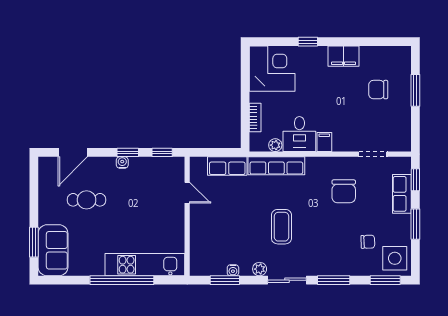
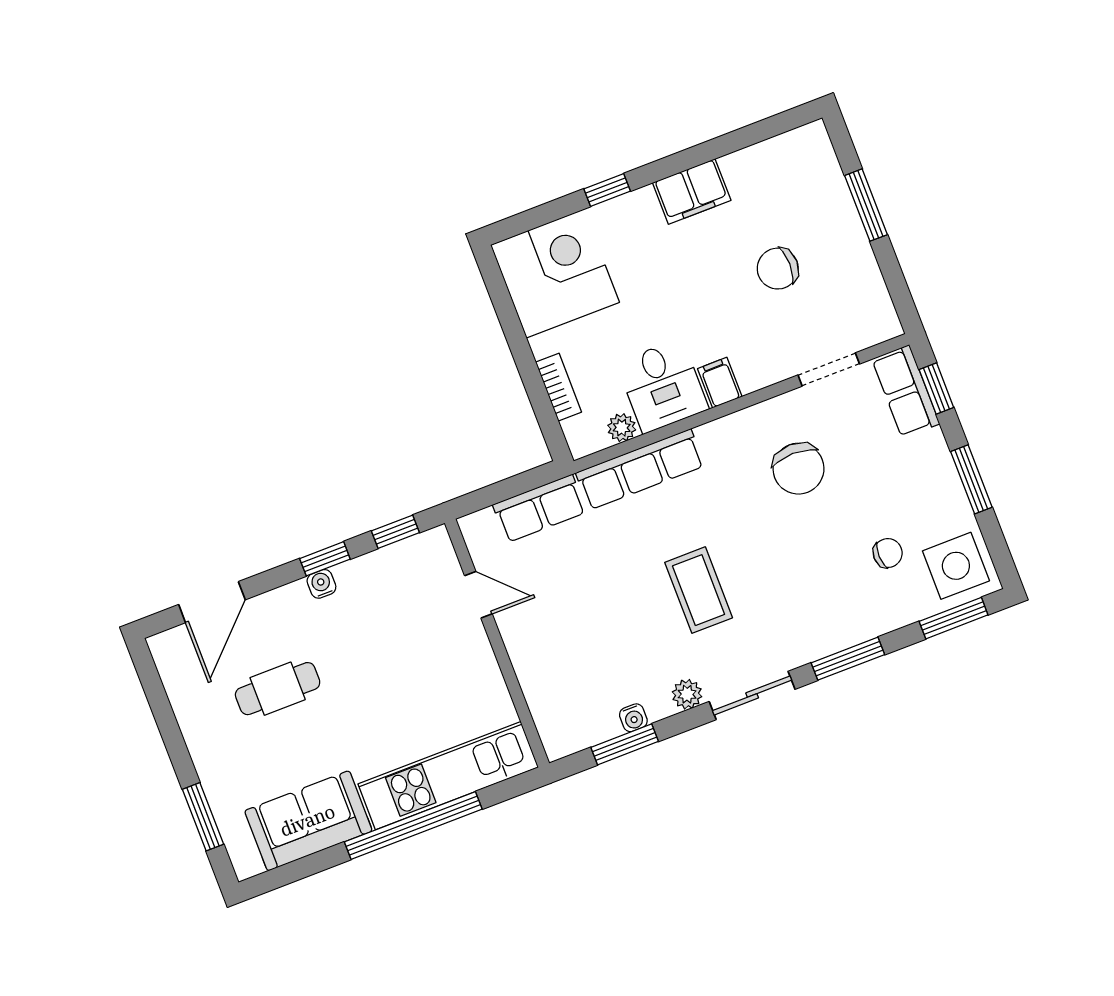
chair: (378, 90) -> (778, 269), moved
row of seats: (402, 194) -> (906, 392), moved
sofa: (53, 250) -> (308, 821), moved, turned -90

